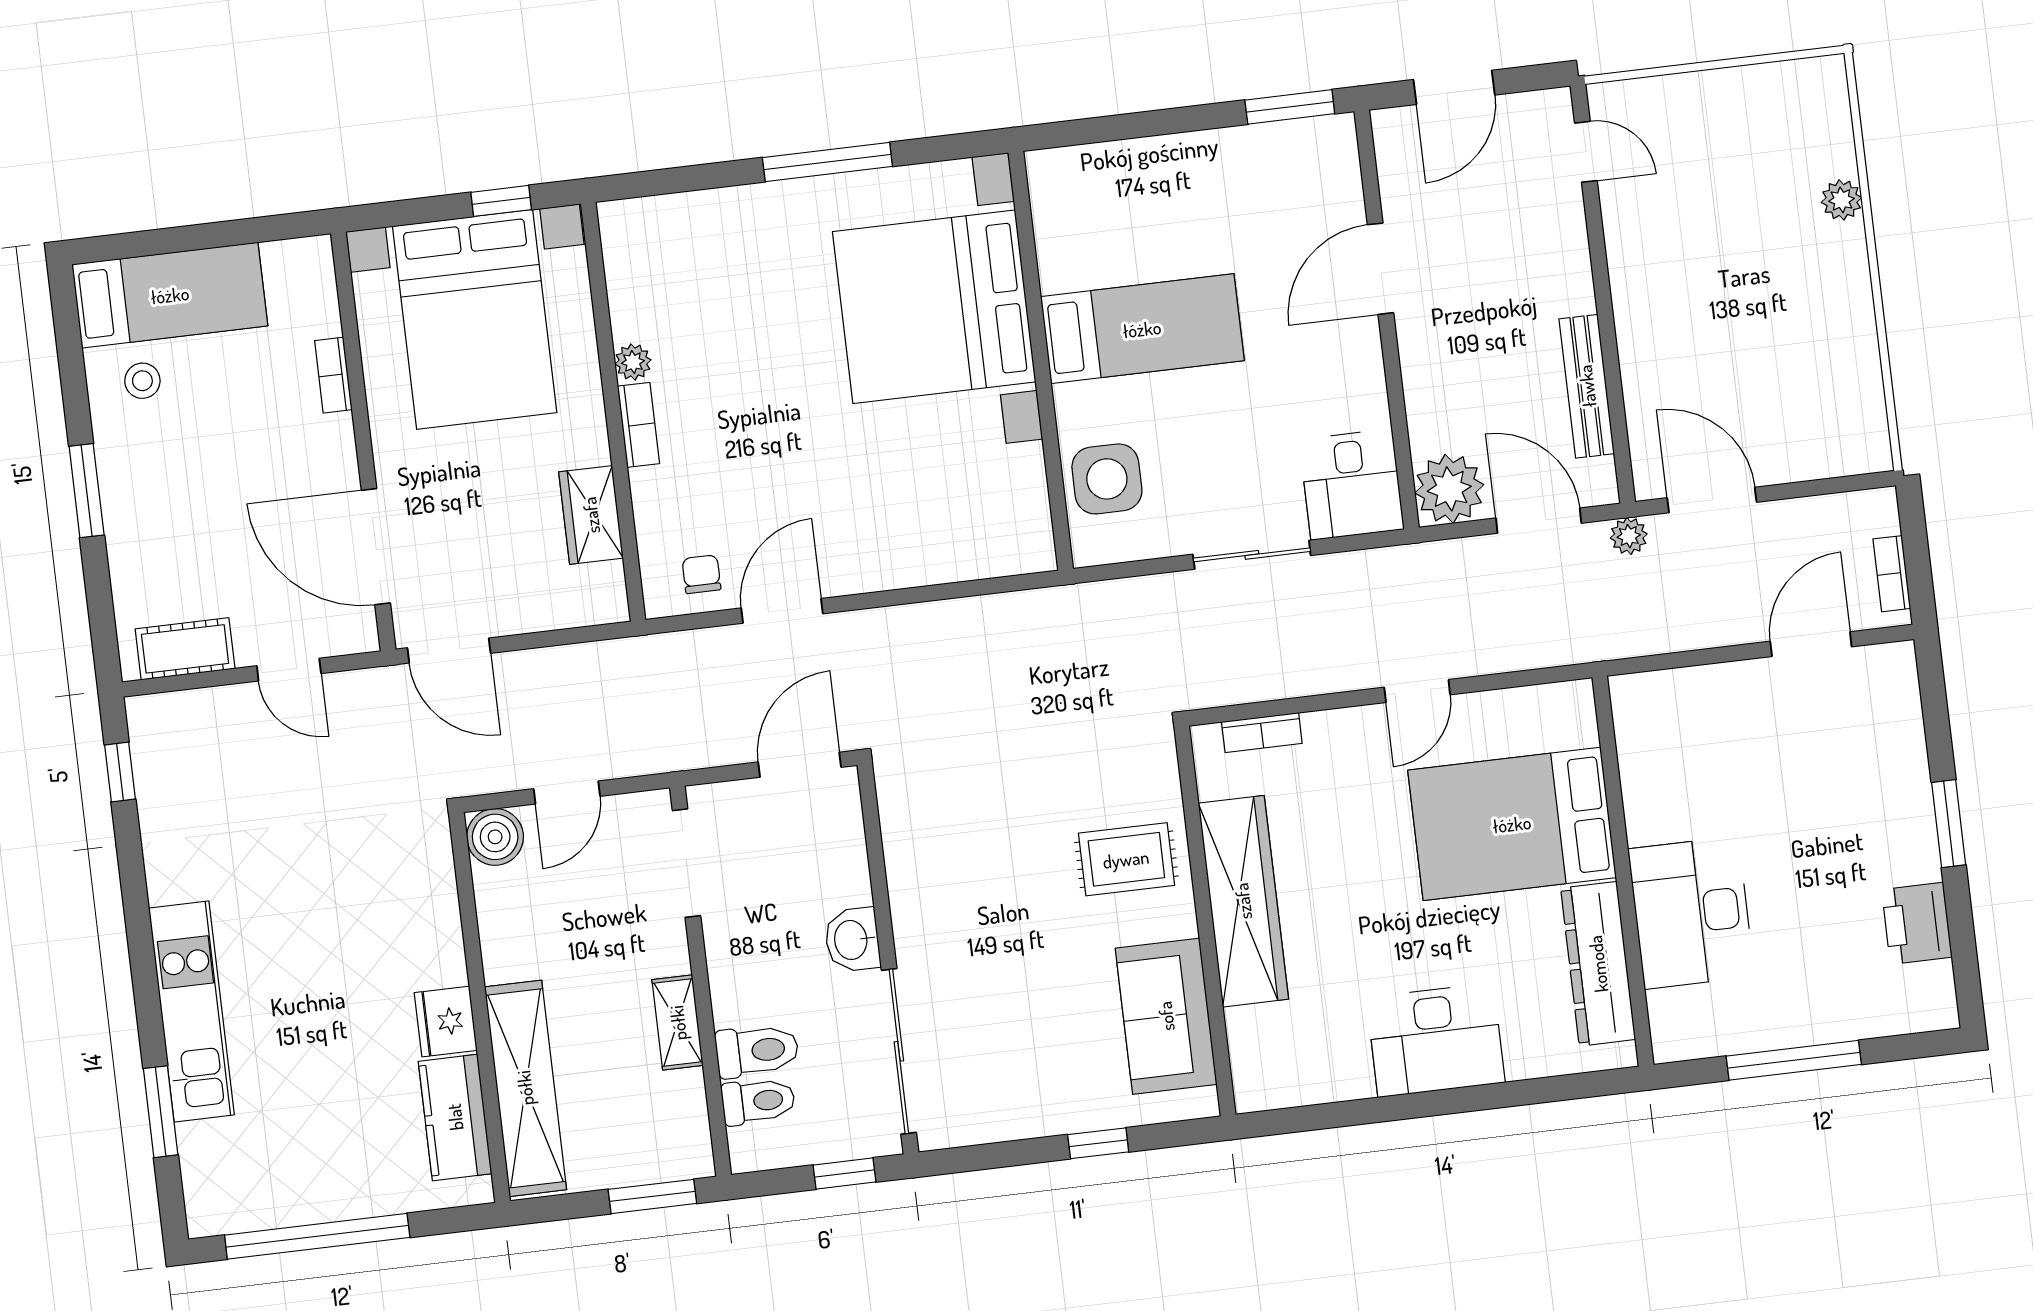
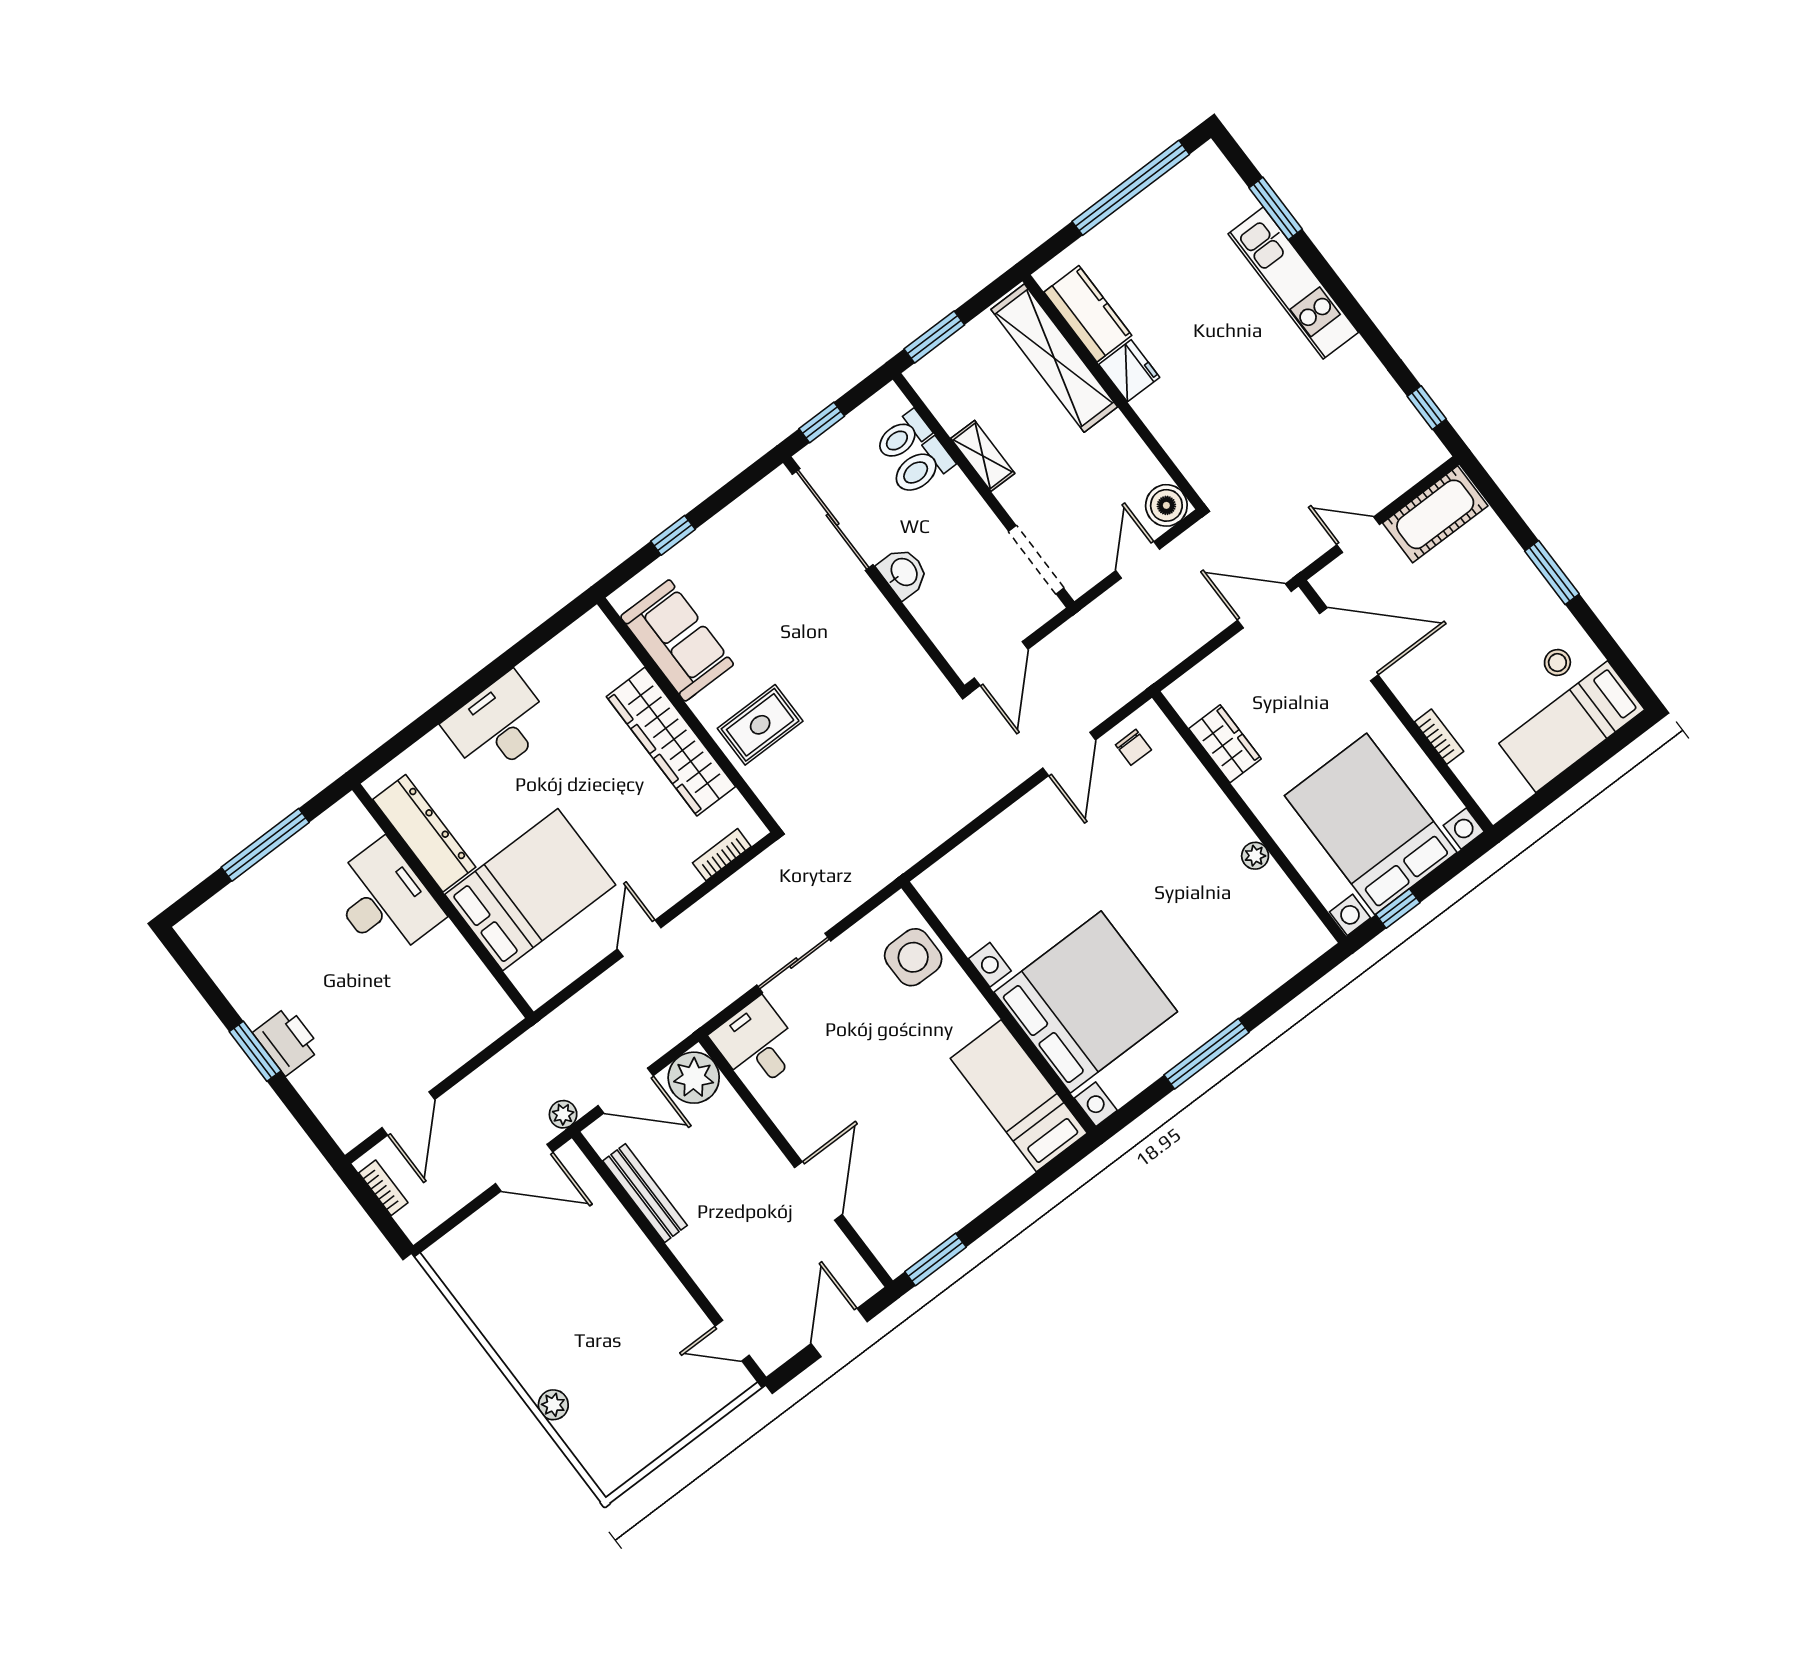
bed: (1142, 329) -> (1019, 1096), moved, turned 90
bookcase: (638, 425) -> (1228, 818), removed
cot: (185, 649) -> (1435, 514), width x1.37, depth x1.34
printer: (1917, 923) -> (287, 1041), moved

